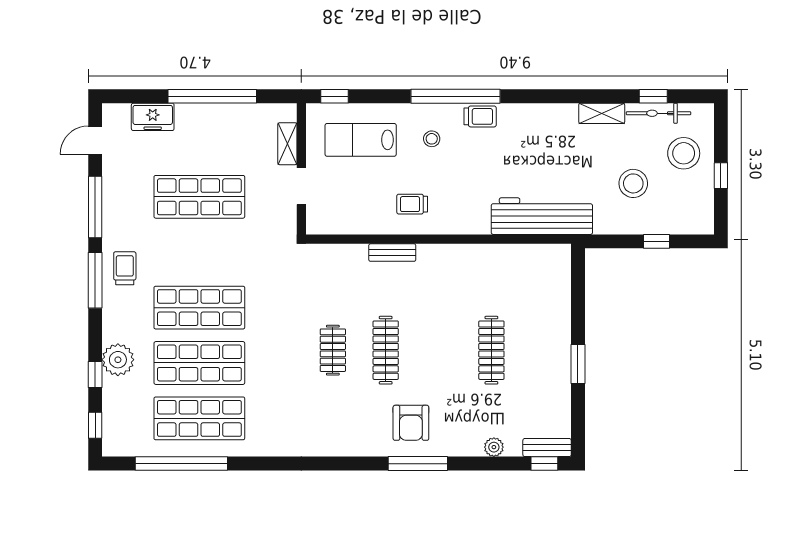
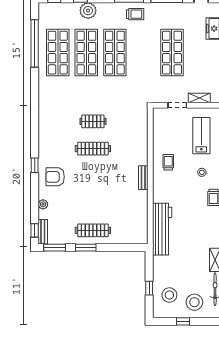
stool: (633, 183) -> (169, 295), moved
bench: (392, 253) -> (143, 178), moved
clothes rail: (491, 350) -> (93, 230), moved
armchair: (411, 423) -> (55, 177), moved
window: (578, 425) -> (55, 248), added
window: (418, 464) -> (35, 165), width x0.46

